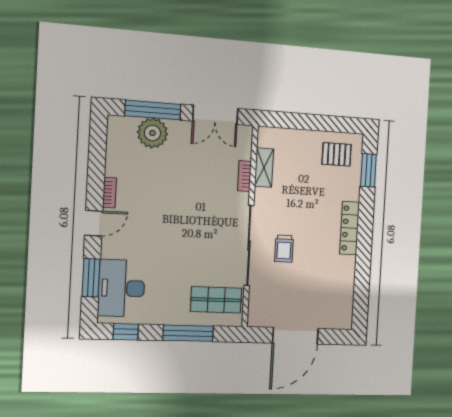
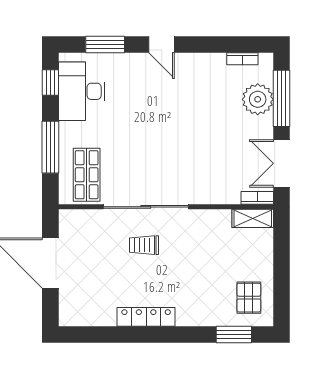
shelving: (264, 168) -> (253, 218), moved
bookcase: (244, 176) -> (257, 198), moved
bookcase: (110, 193) -> (242, 59), moved
locker: (350, 228) -> (146, 317), moved
desk: (121, 288) -> (82, 91), moved, turned -90

